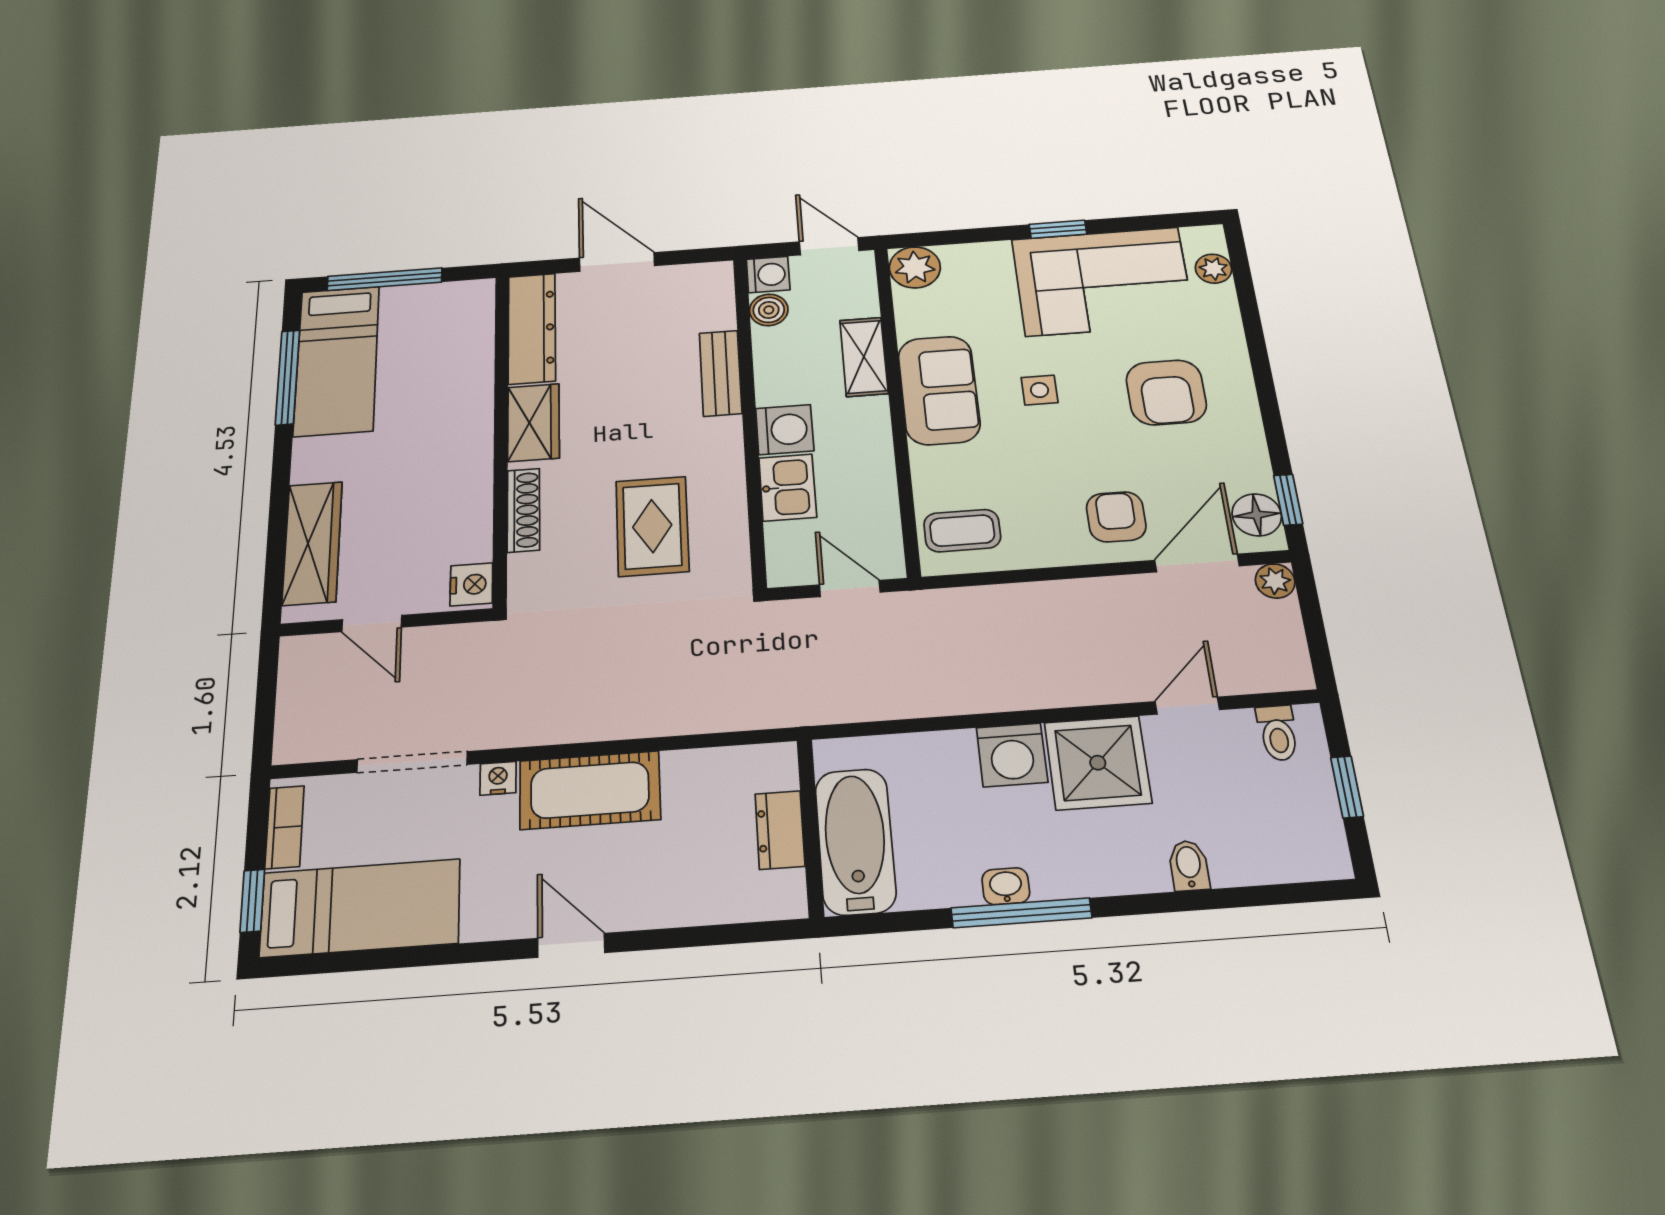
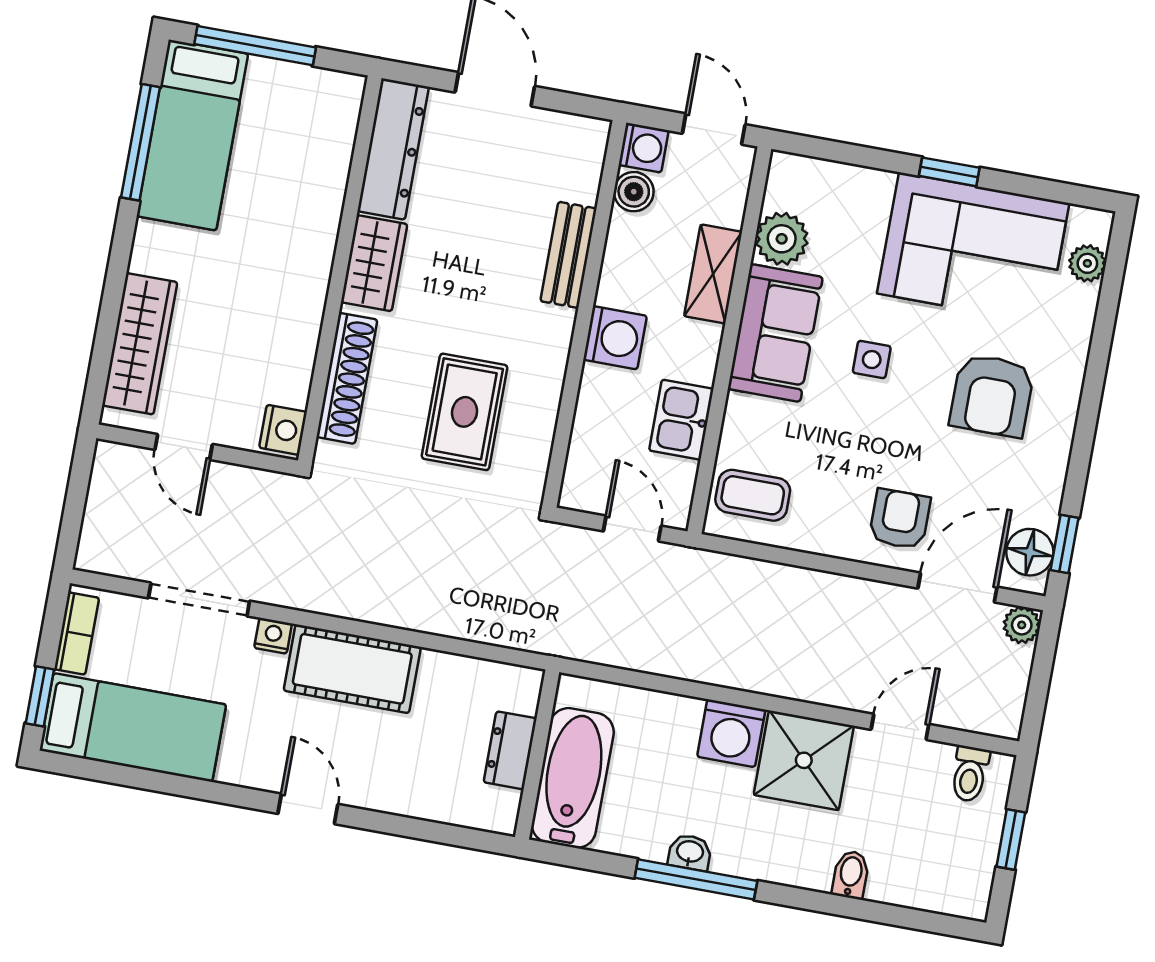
plant: (915, 267) -> (782, 239), moved
kitchen sink: (788, 487) -> (681, 420), moved, turned 180
shoe rack: (523, 510) -> (347, 378), width x1.36, depth x1.24

